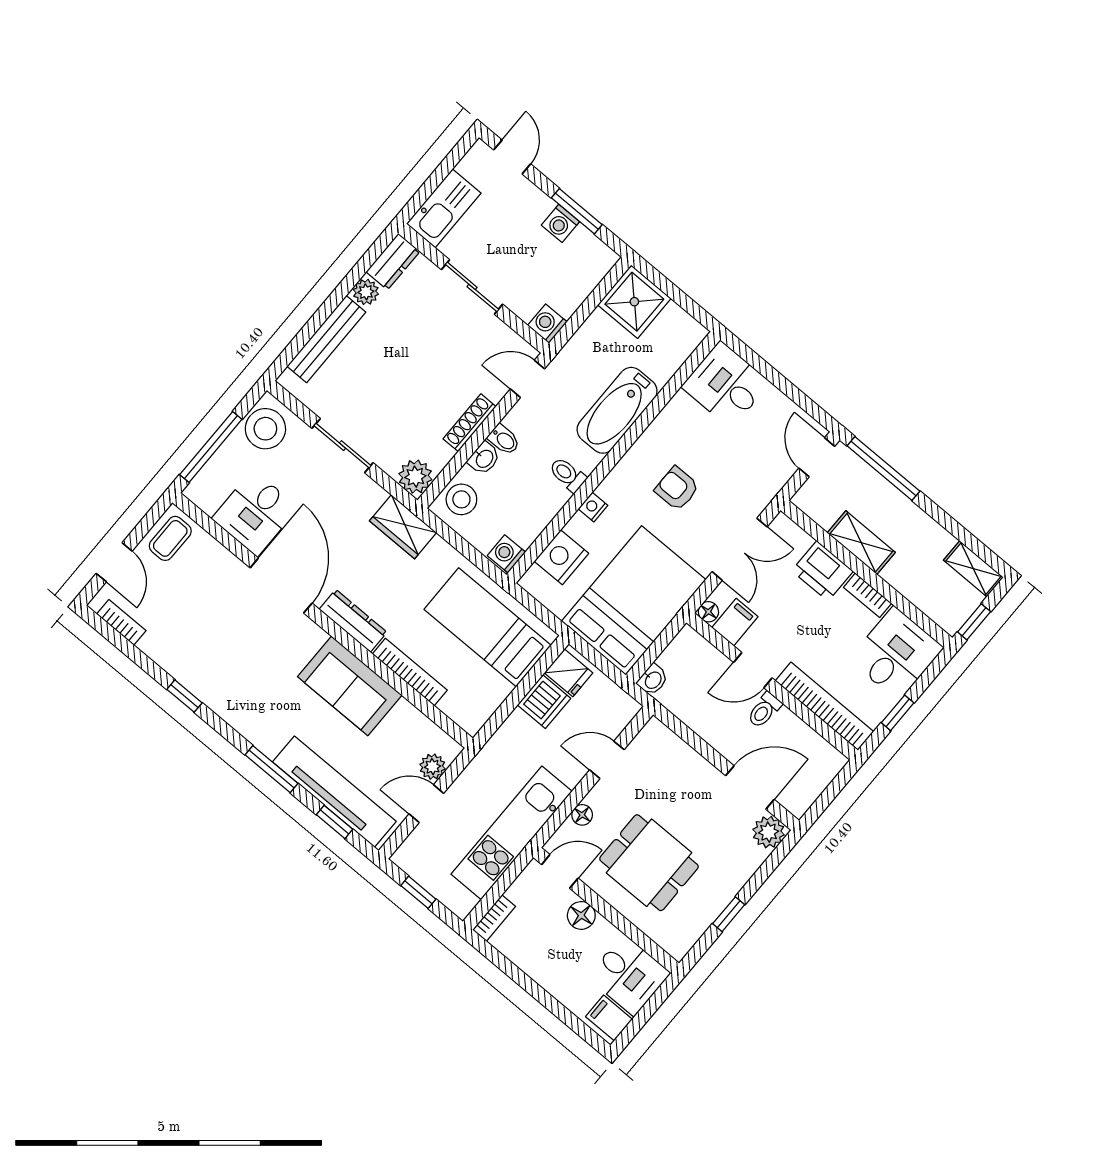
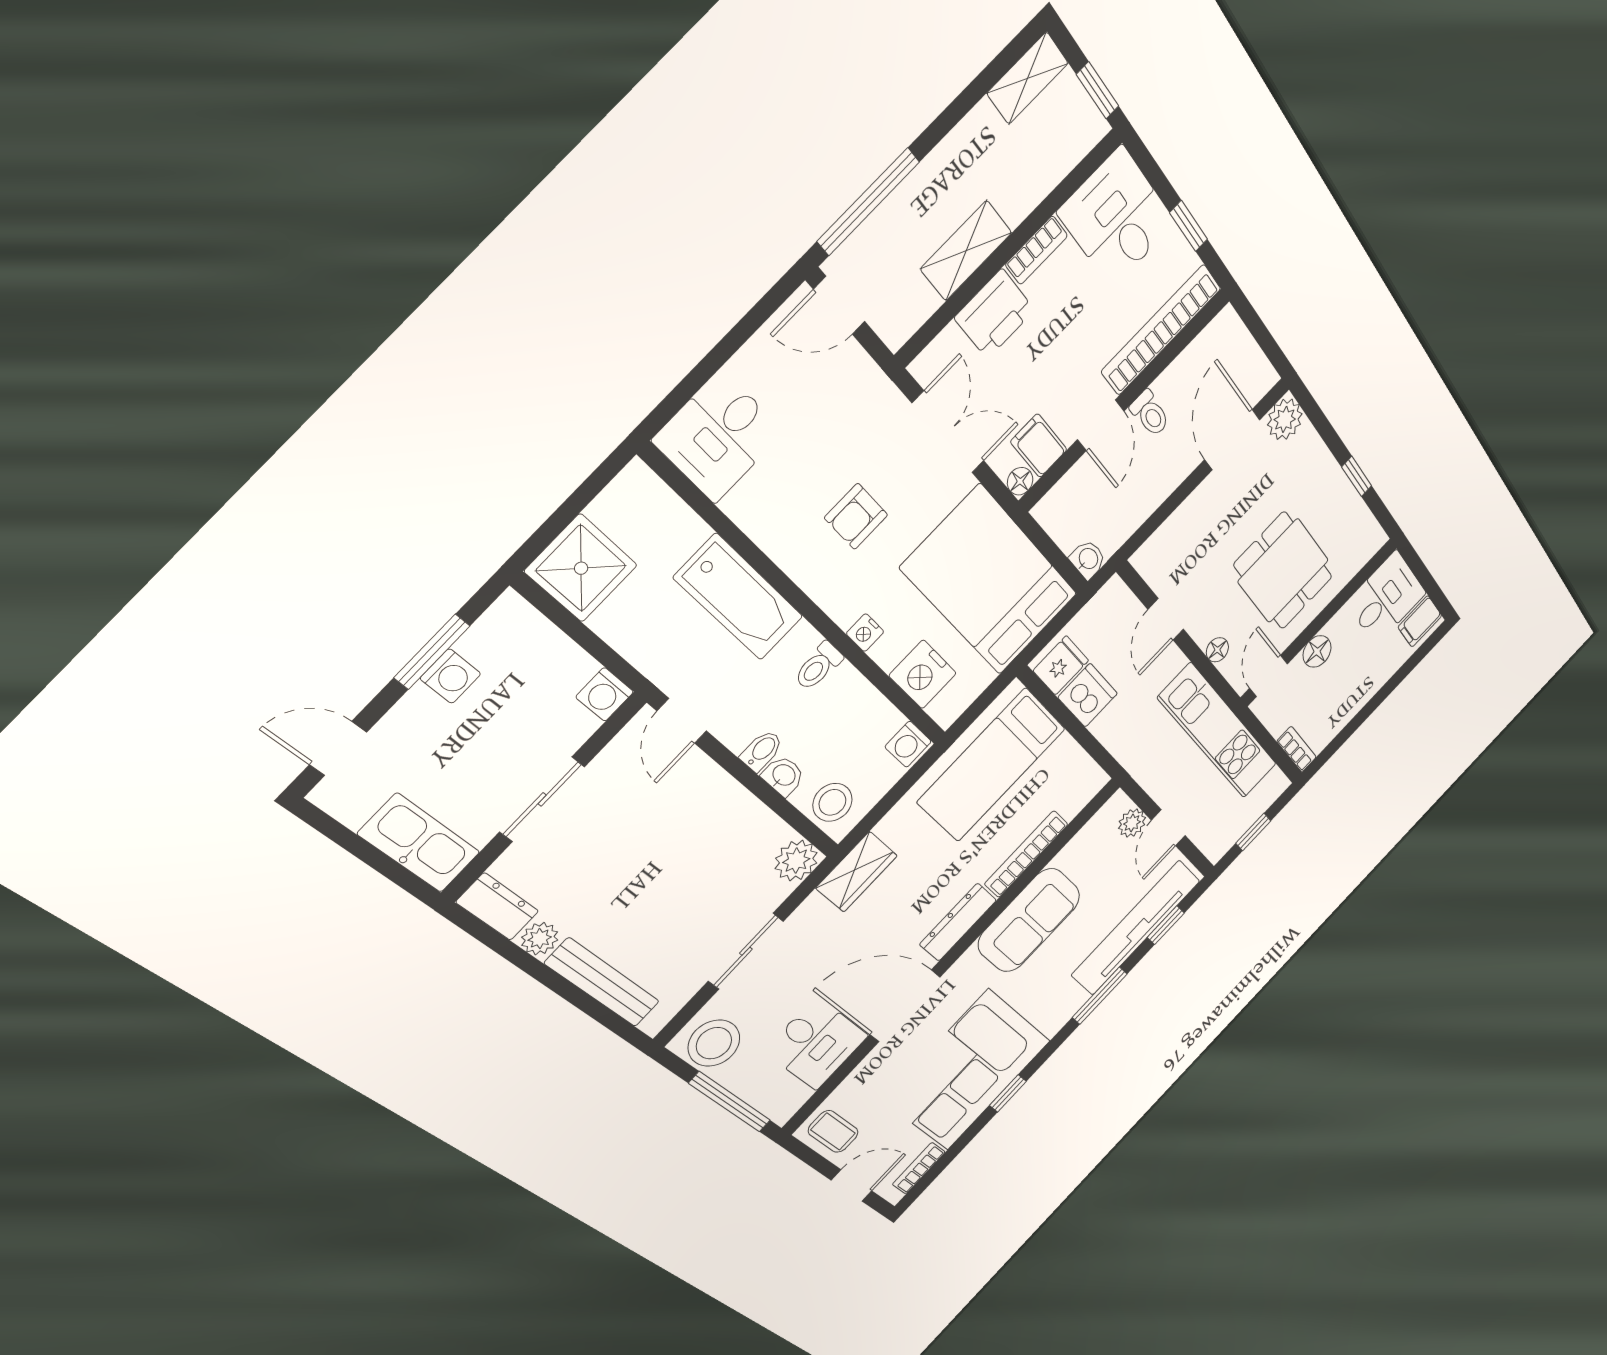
shoe rack: (470, 423) -> (734, 796), removed
corner sofa: (213, 653) -> (968, 1070), added
dining table: (649, 863) -> (1283, 571), turned 90

